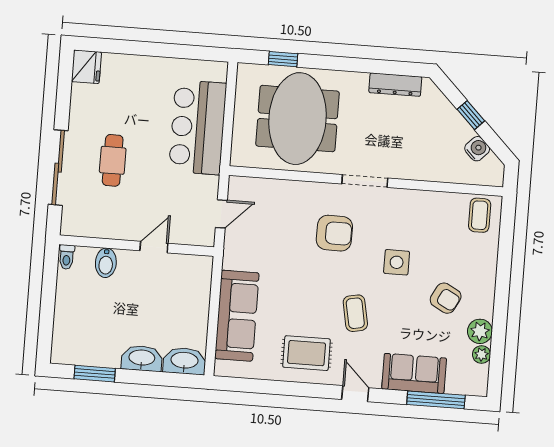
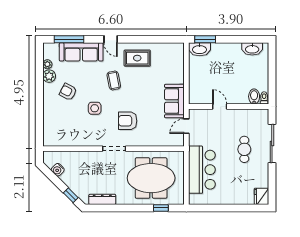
window: (471, 115) -> (71, 195), moved
meeting table: (297, 119) -> (151, 178), turned 90
coffee table: (480, 215) -> (54, 136), removed
door: (154, 247) -> (220, 106), swing flipped
bidet: (106, 263) -> (254, 97), moved
sofa: (237, 316) -> (174, 101), moved, width x0.73
washbasin: (142, 358) -> (252, 49), moved
sofa: (414, 373) -> (81, 52), width x1.36
window: (95, 374) -> (205, 39), moved

